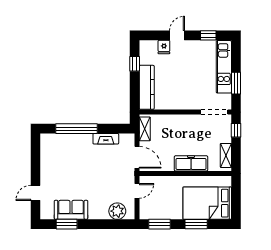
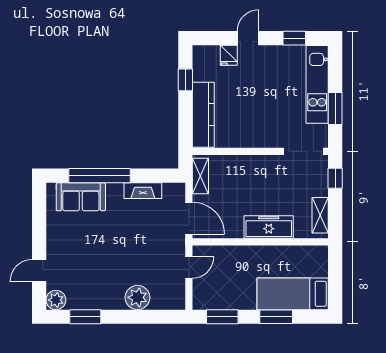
bed: (207, 203) -> (293, 294), width x0.67
sofa: (71, 210) -> (81, 197), moved, turned 180
plant: (117, 211) -> (138, 297), moved
plant: (47, 213) -> (56, 300), added

